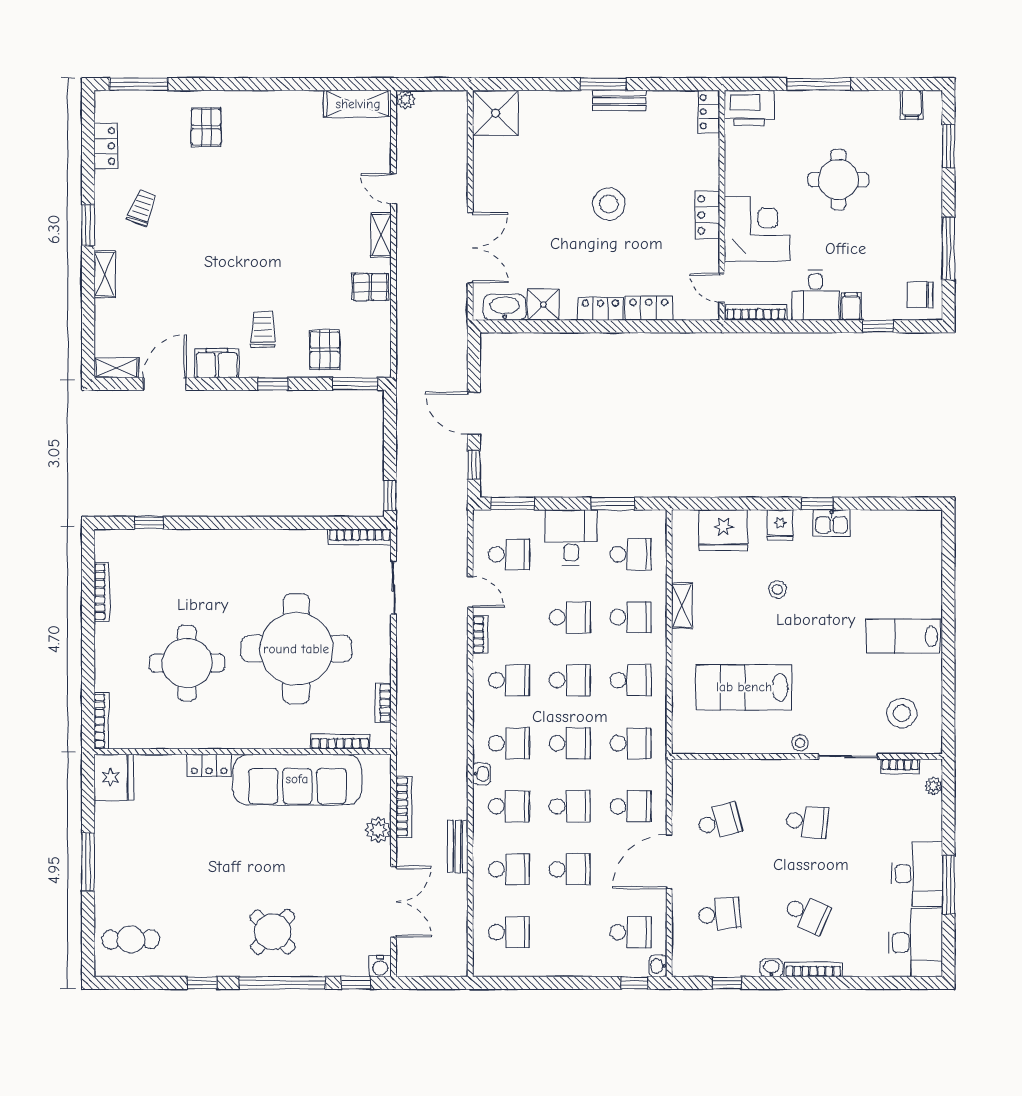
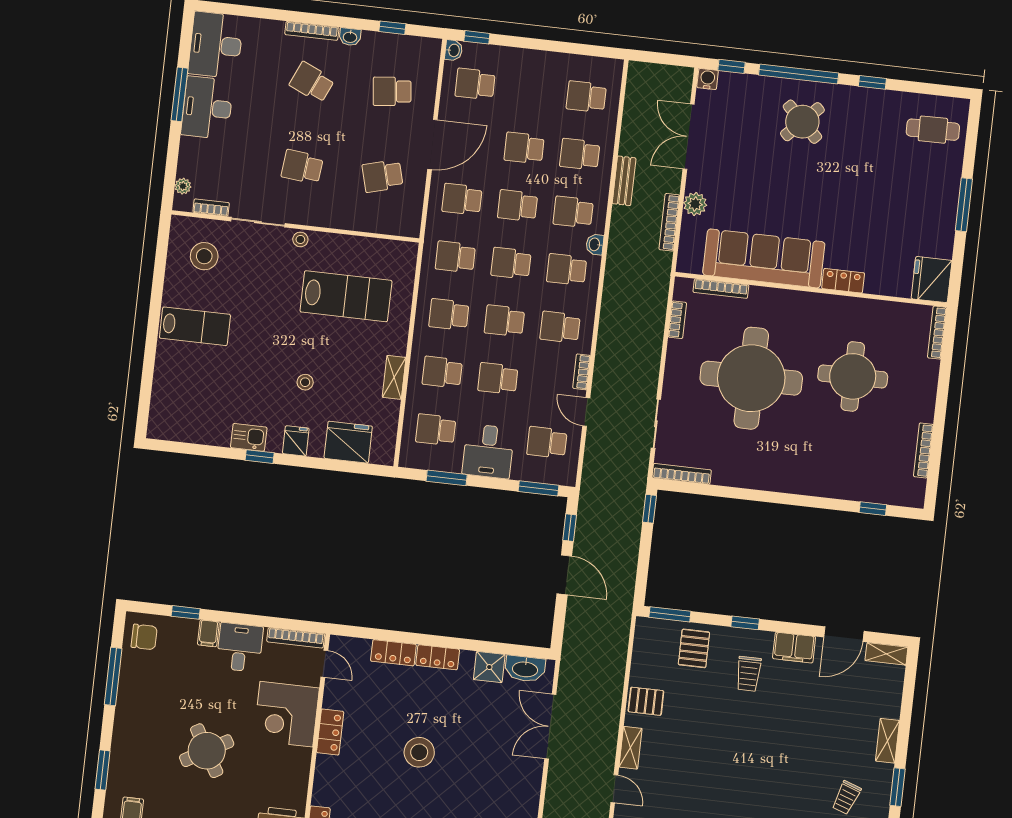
round table: (838, 180) -> (207, 751), turned -30

